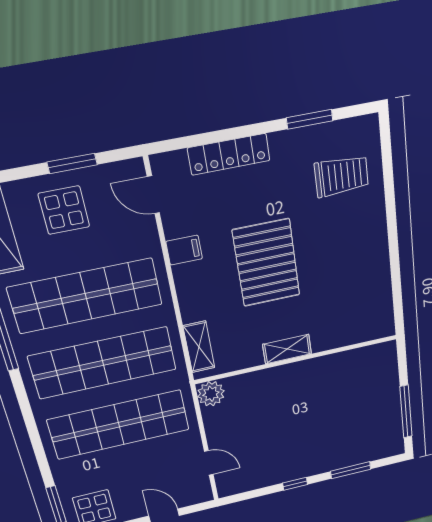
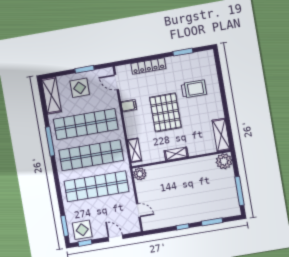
trolley: (341, 176) -> (194, 89), moved
shelving: (380, 306) -> (221, 135), added
plant: (382, 358) -> (224, 161), added

